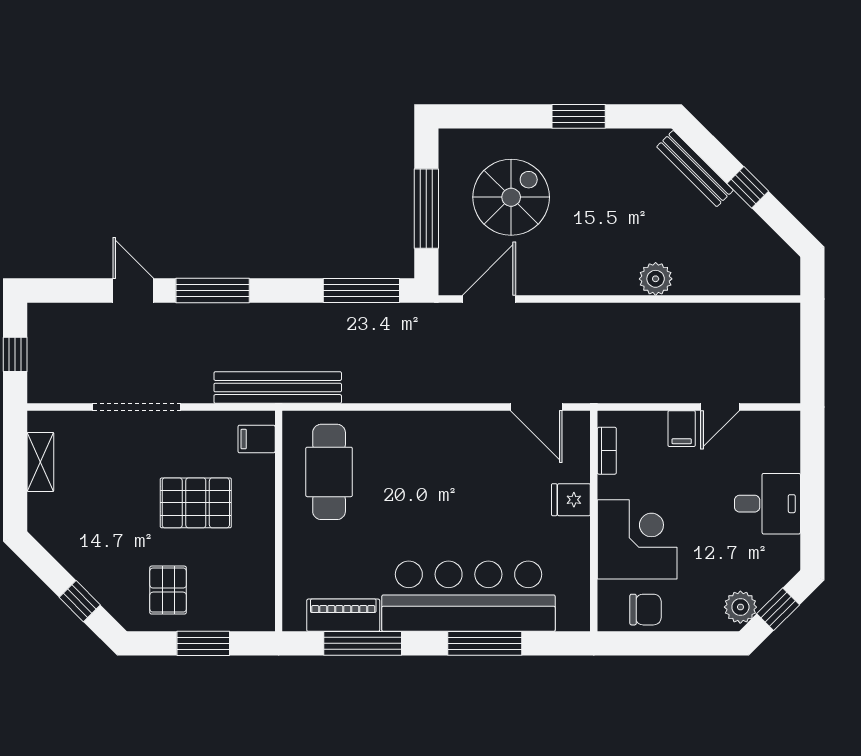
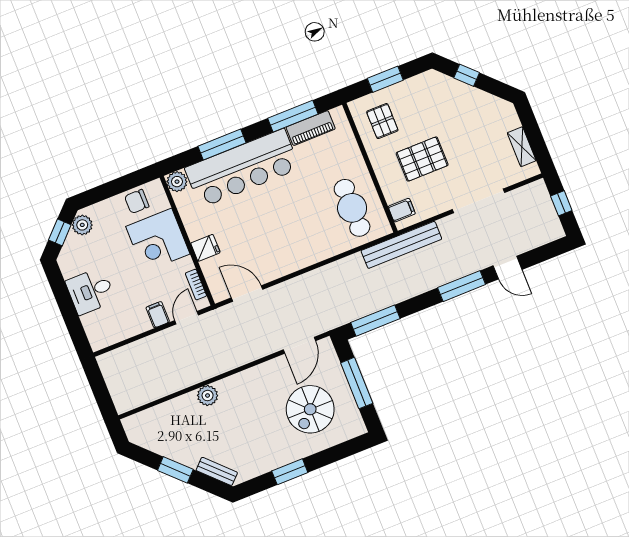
bench: (695, 169) -> (217, 471), width x0.73
window: (748, 187) -> (175, 470), width x1.50
door: (720, 407) -> (187, 318), moved
pallet: (168, 590) -> (382, 121), moved
plant: (574, 615) -> (177, 182), added

